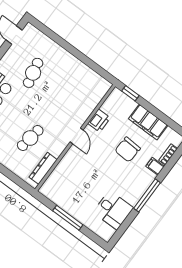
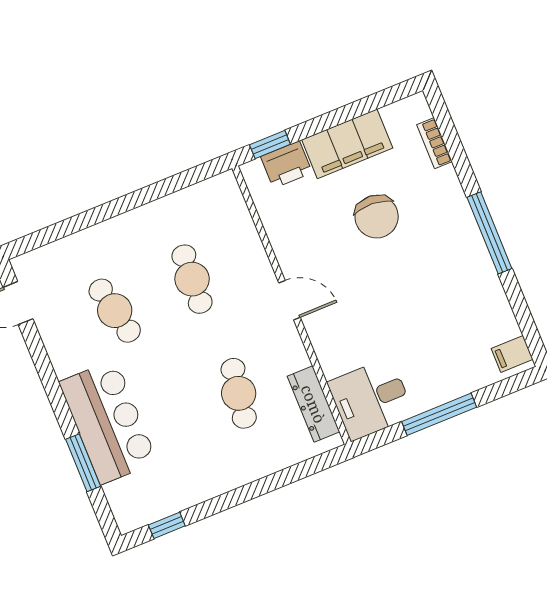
cafe table: (62, 95) -> (192, 279), added
printer: (99, 121) -> (286, 165), moved, turned 90
filing cabinet: (155, 166) -> (512, 354), moved
desk: (113, 210) -> (371, 399), moved, turned 180

